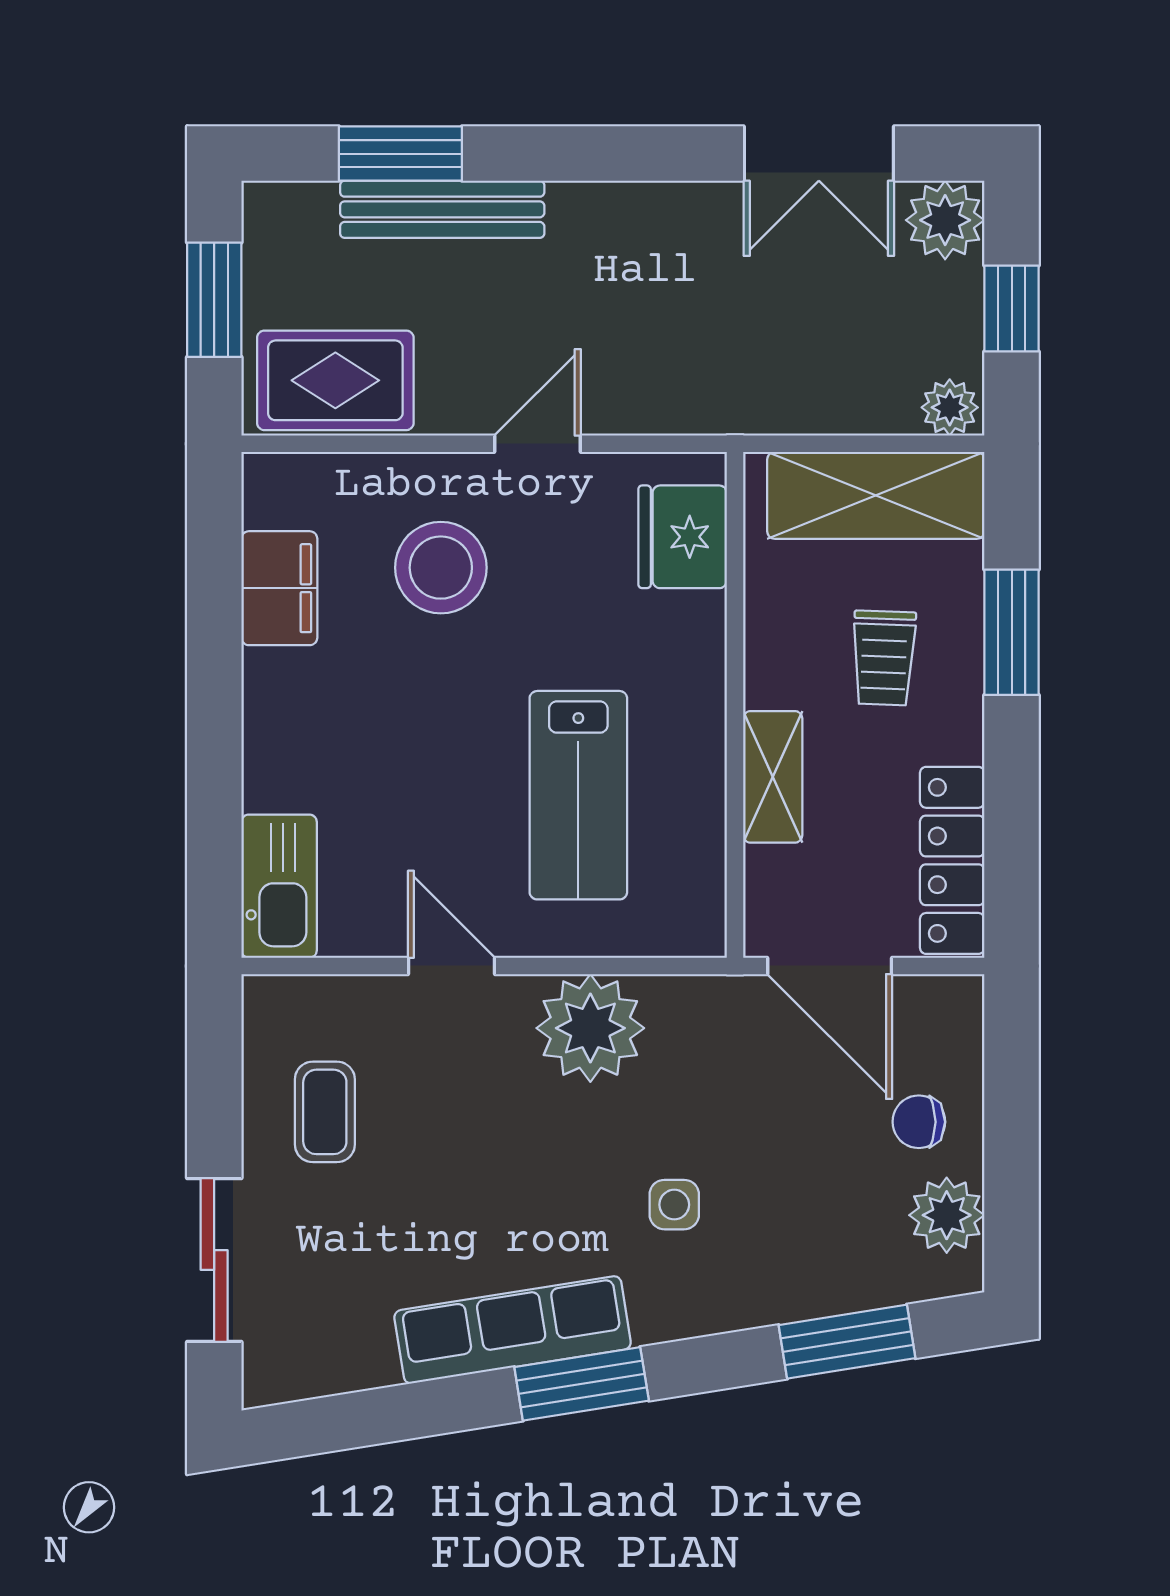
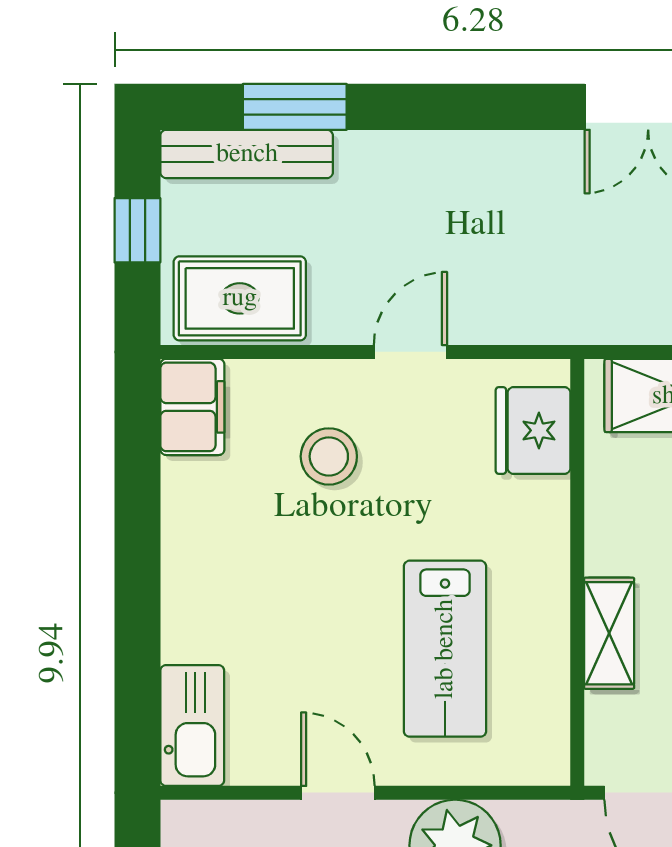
bench: (442, 209) -> (247, 154), moved
window: (214, 300) -> (137, 230), width x0.67
stool: (441, 568) -> (329, 456), width x0.73, depth x0.73
filing cabinet: (279, 588) -> (192, 407), moved

